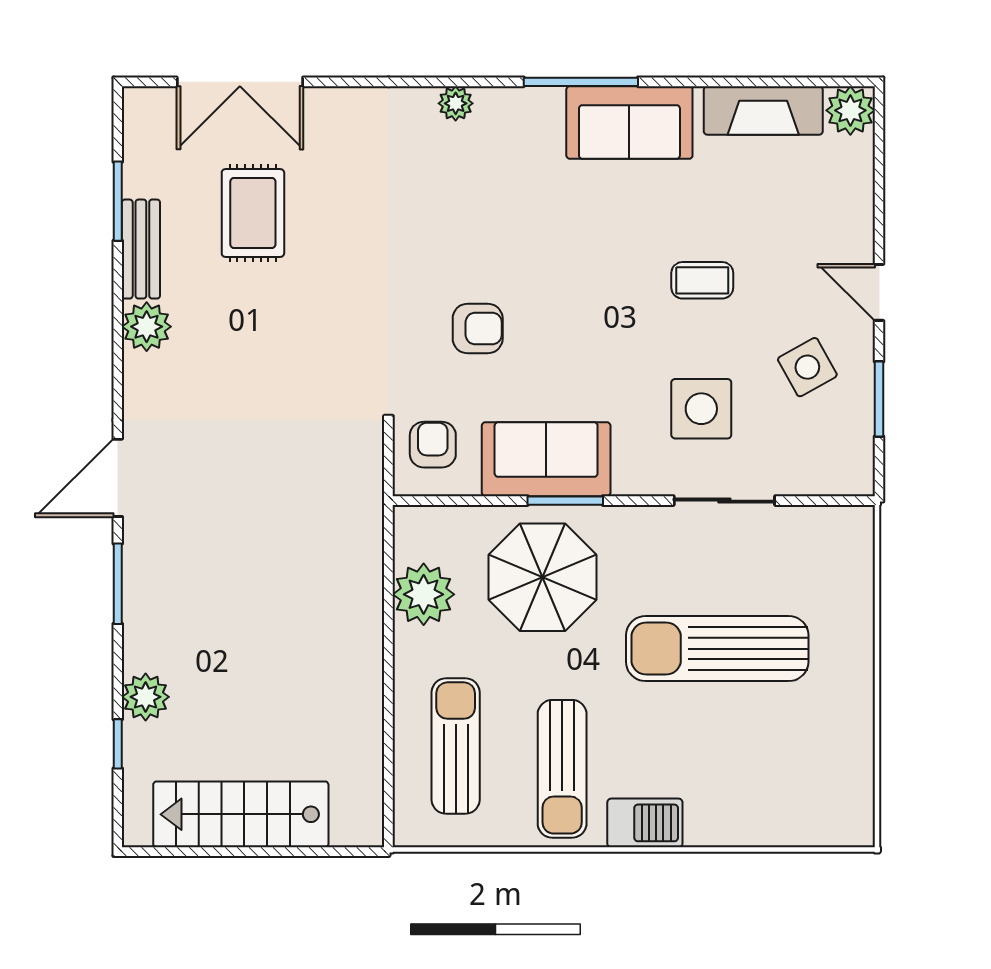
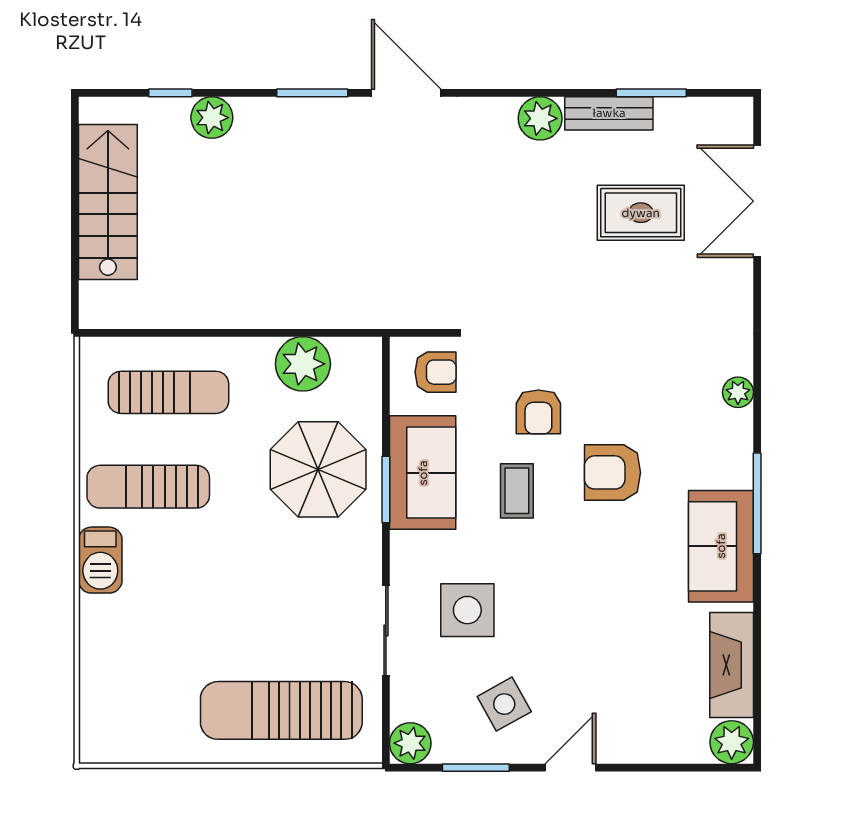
armchair: (546, 245) -> (613, 472), added
coffee table: (702, 280) -> (517, 491), moved
plant: (852, 473) -> (410, 743), added
sun lounger: (717, 649) -> (281, 710), moved, turned -90

